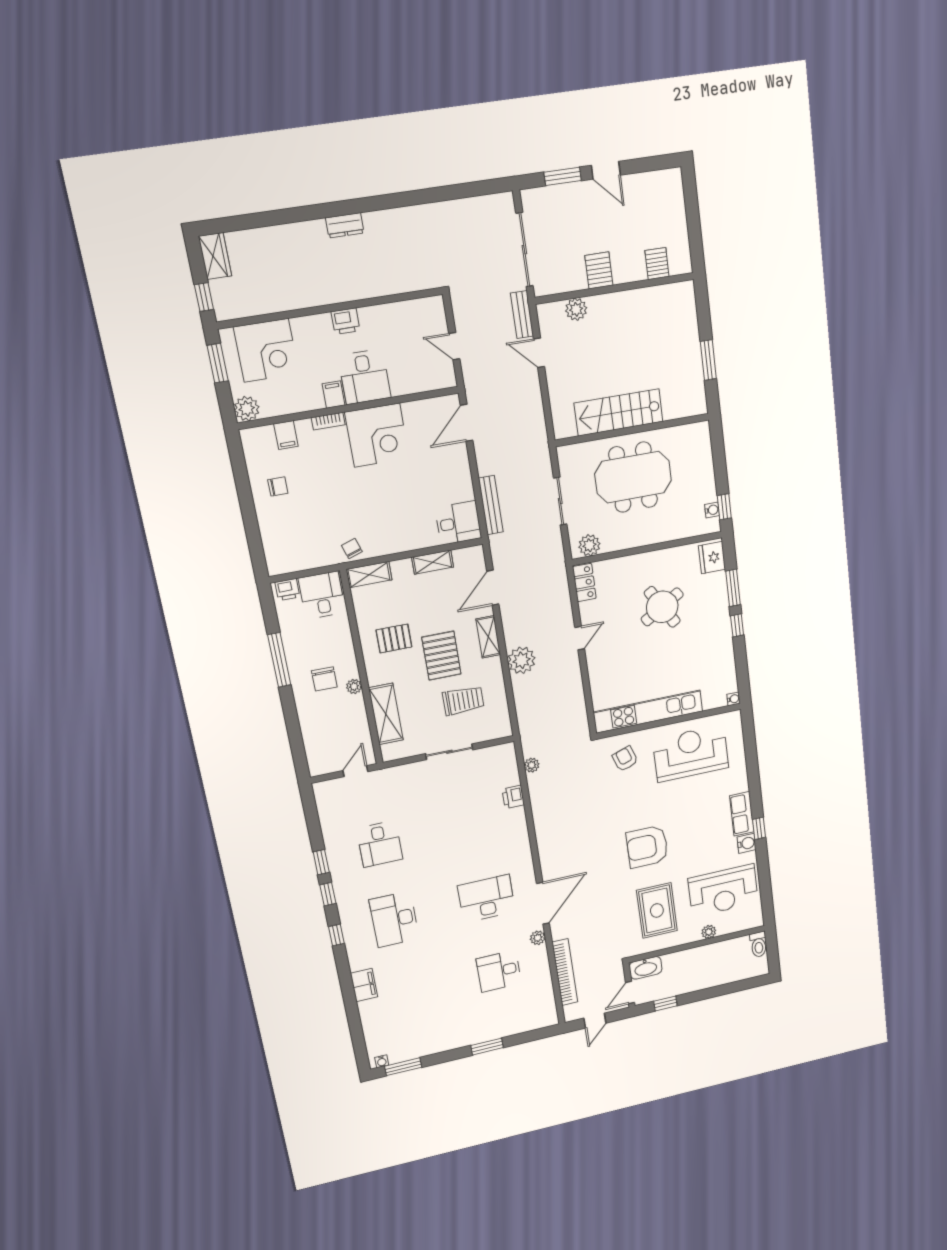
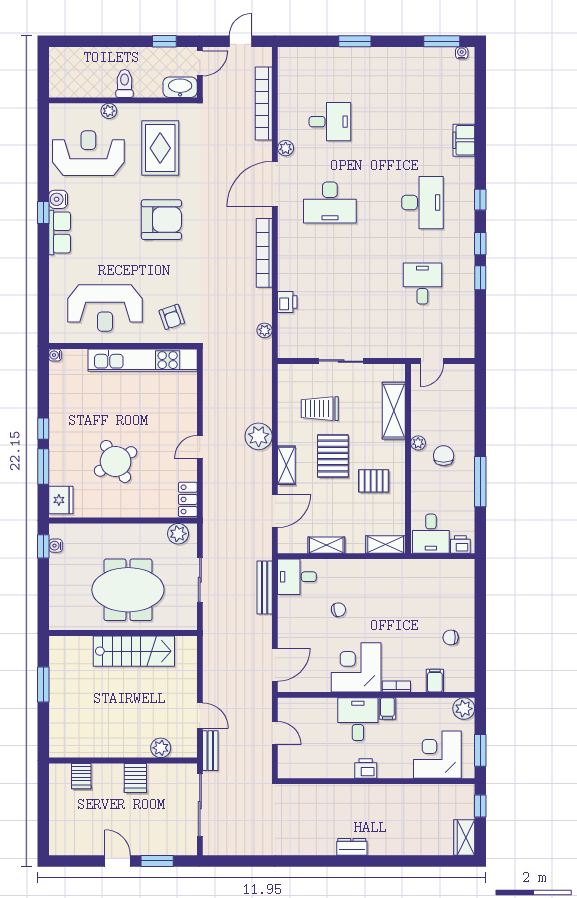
chair: (352, 549) -> (338, 610), moved, turned -85
bookcase: (543, 838) -> (264, 253), added
toilet: (758, 944) -> (125, 83), moved

